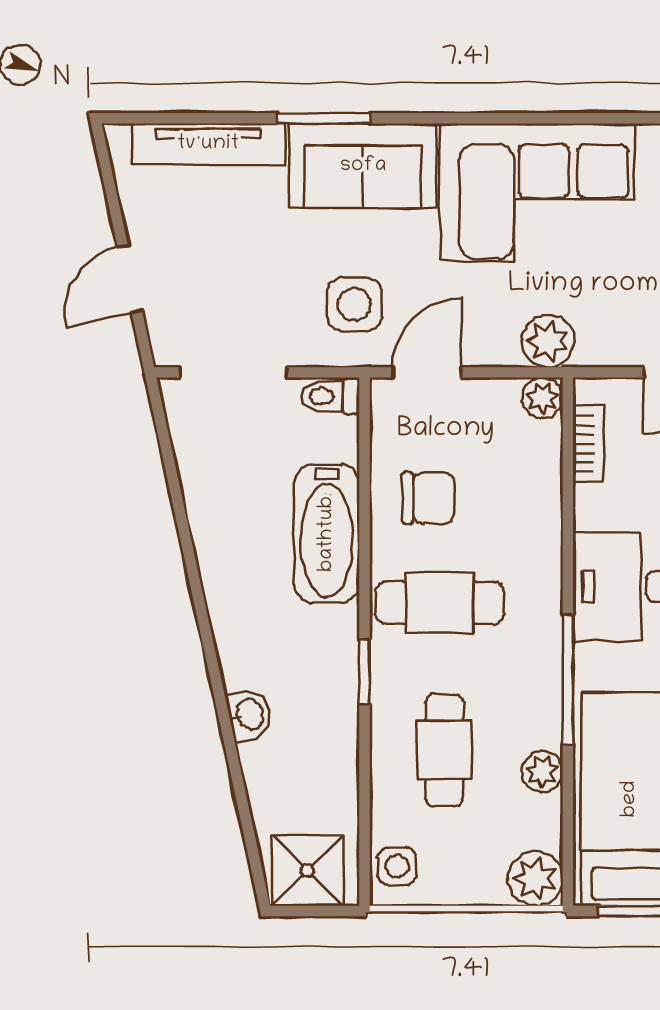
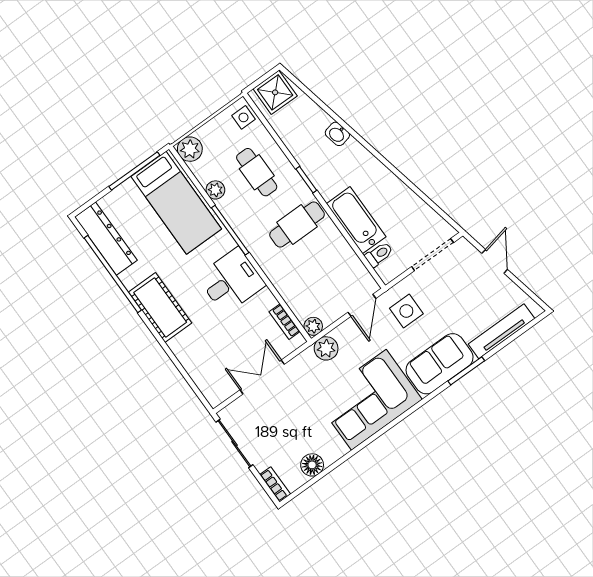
toilet: (330, 396) -> (379, 254), moved
chair: (429, 498) -> (328, 260), removed

